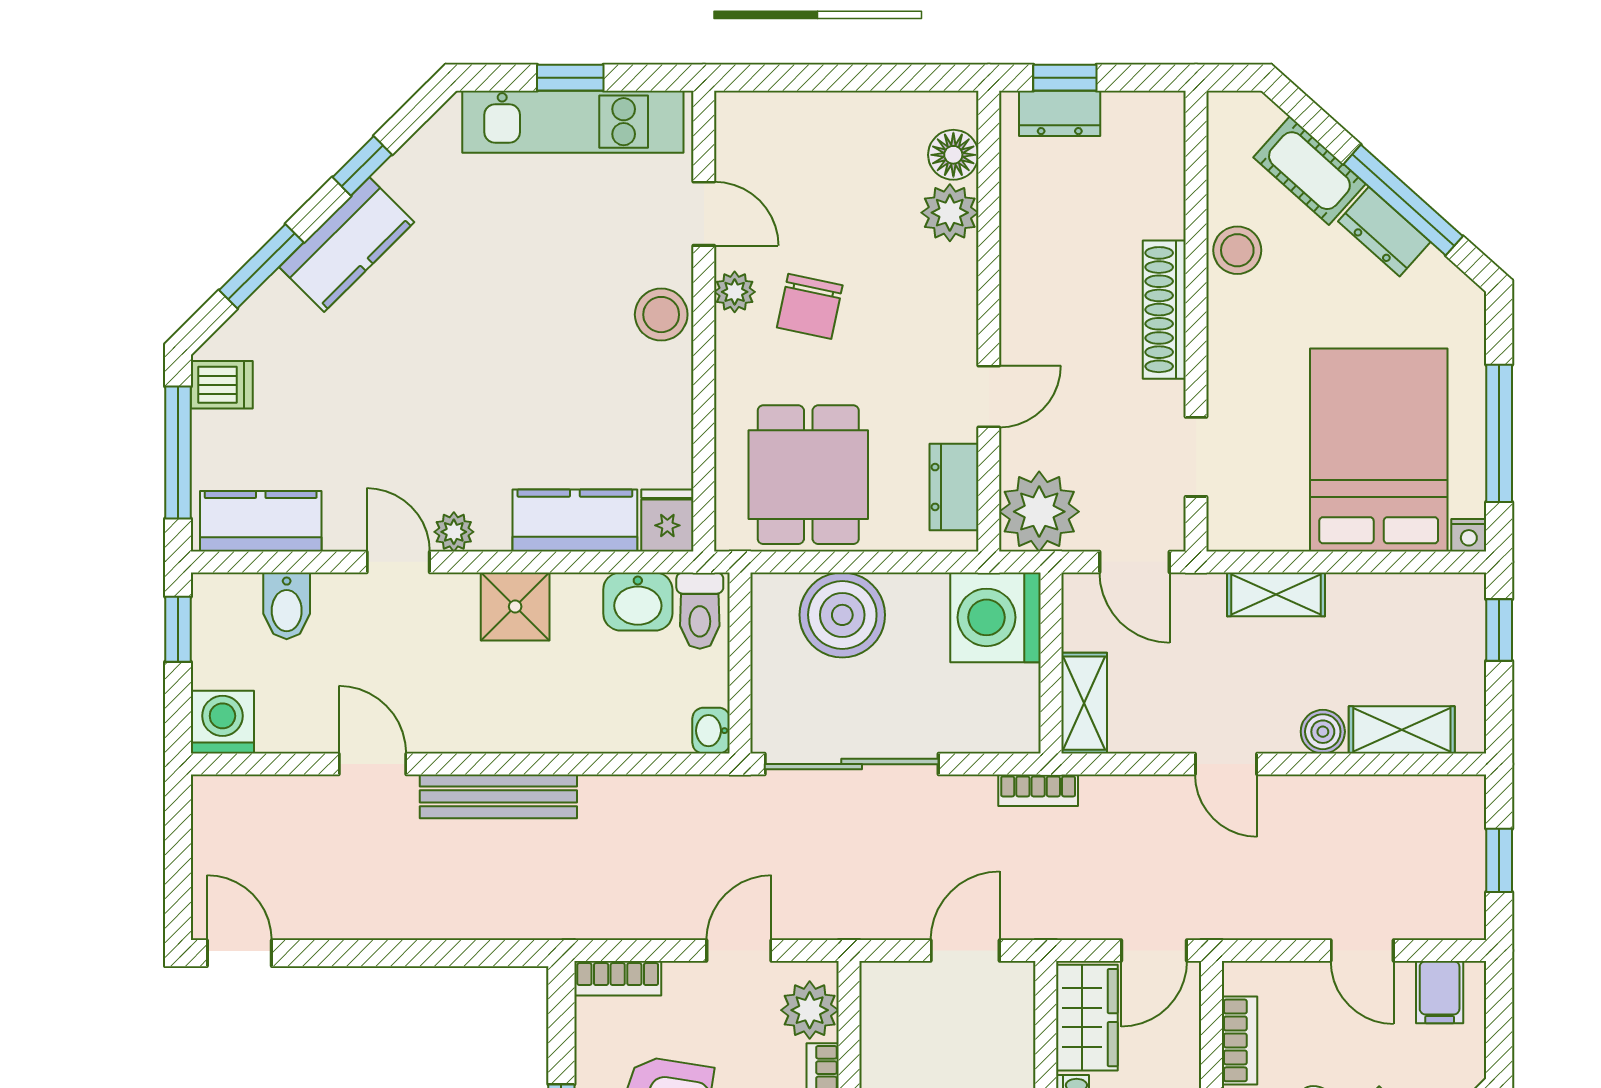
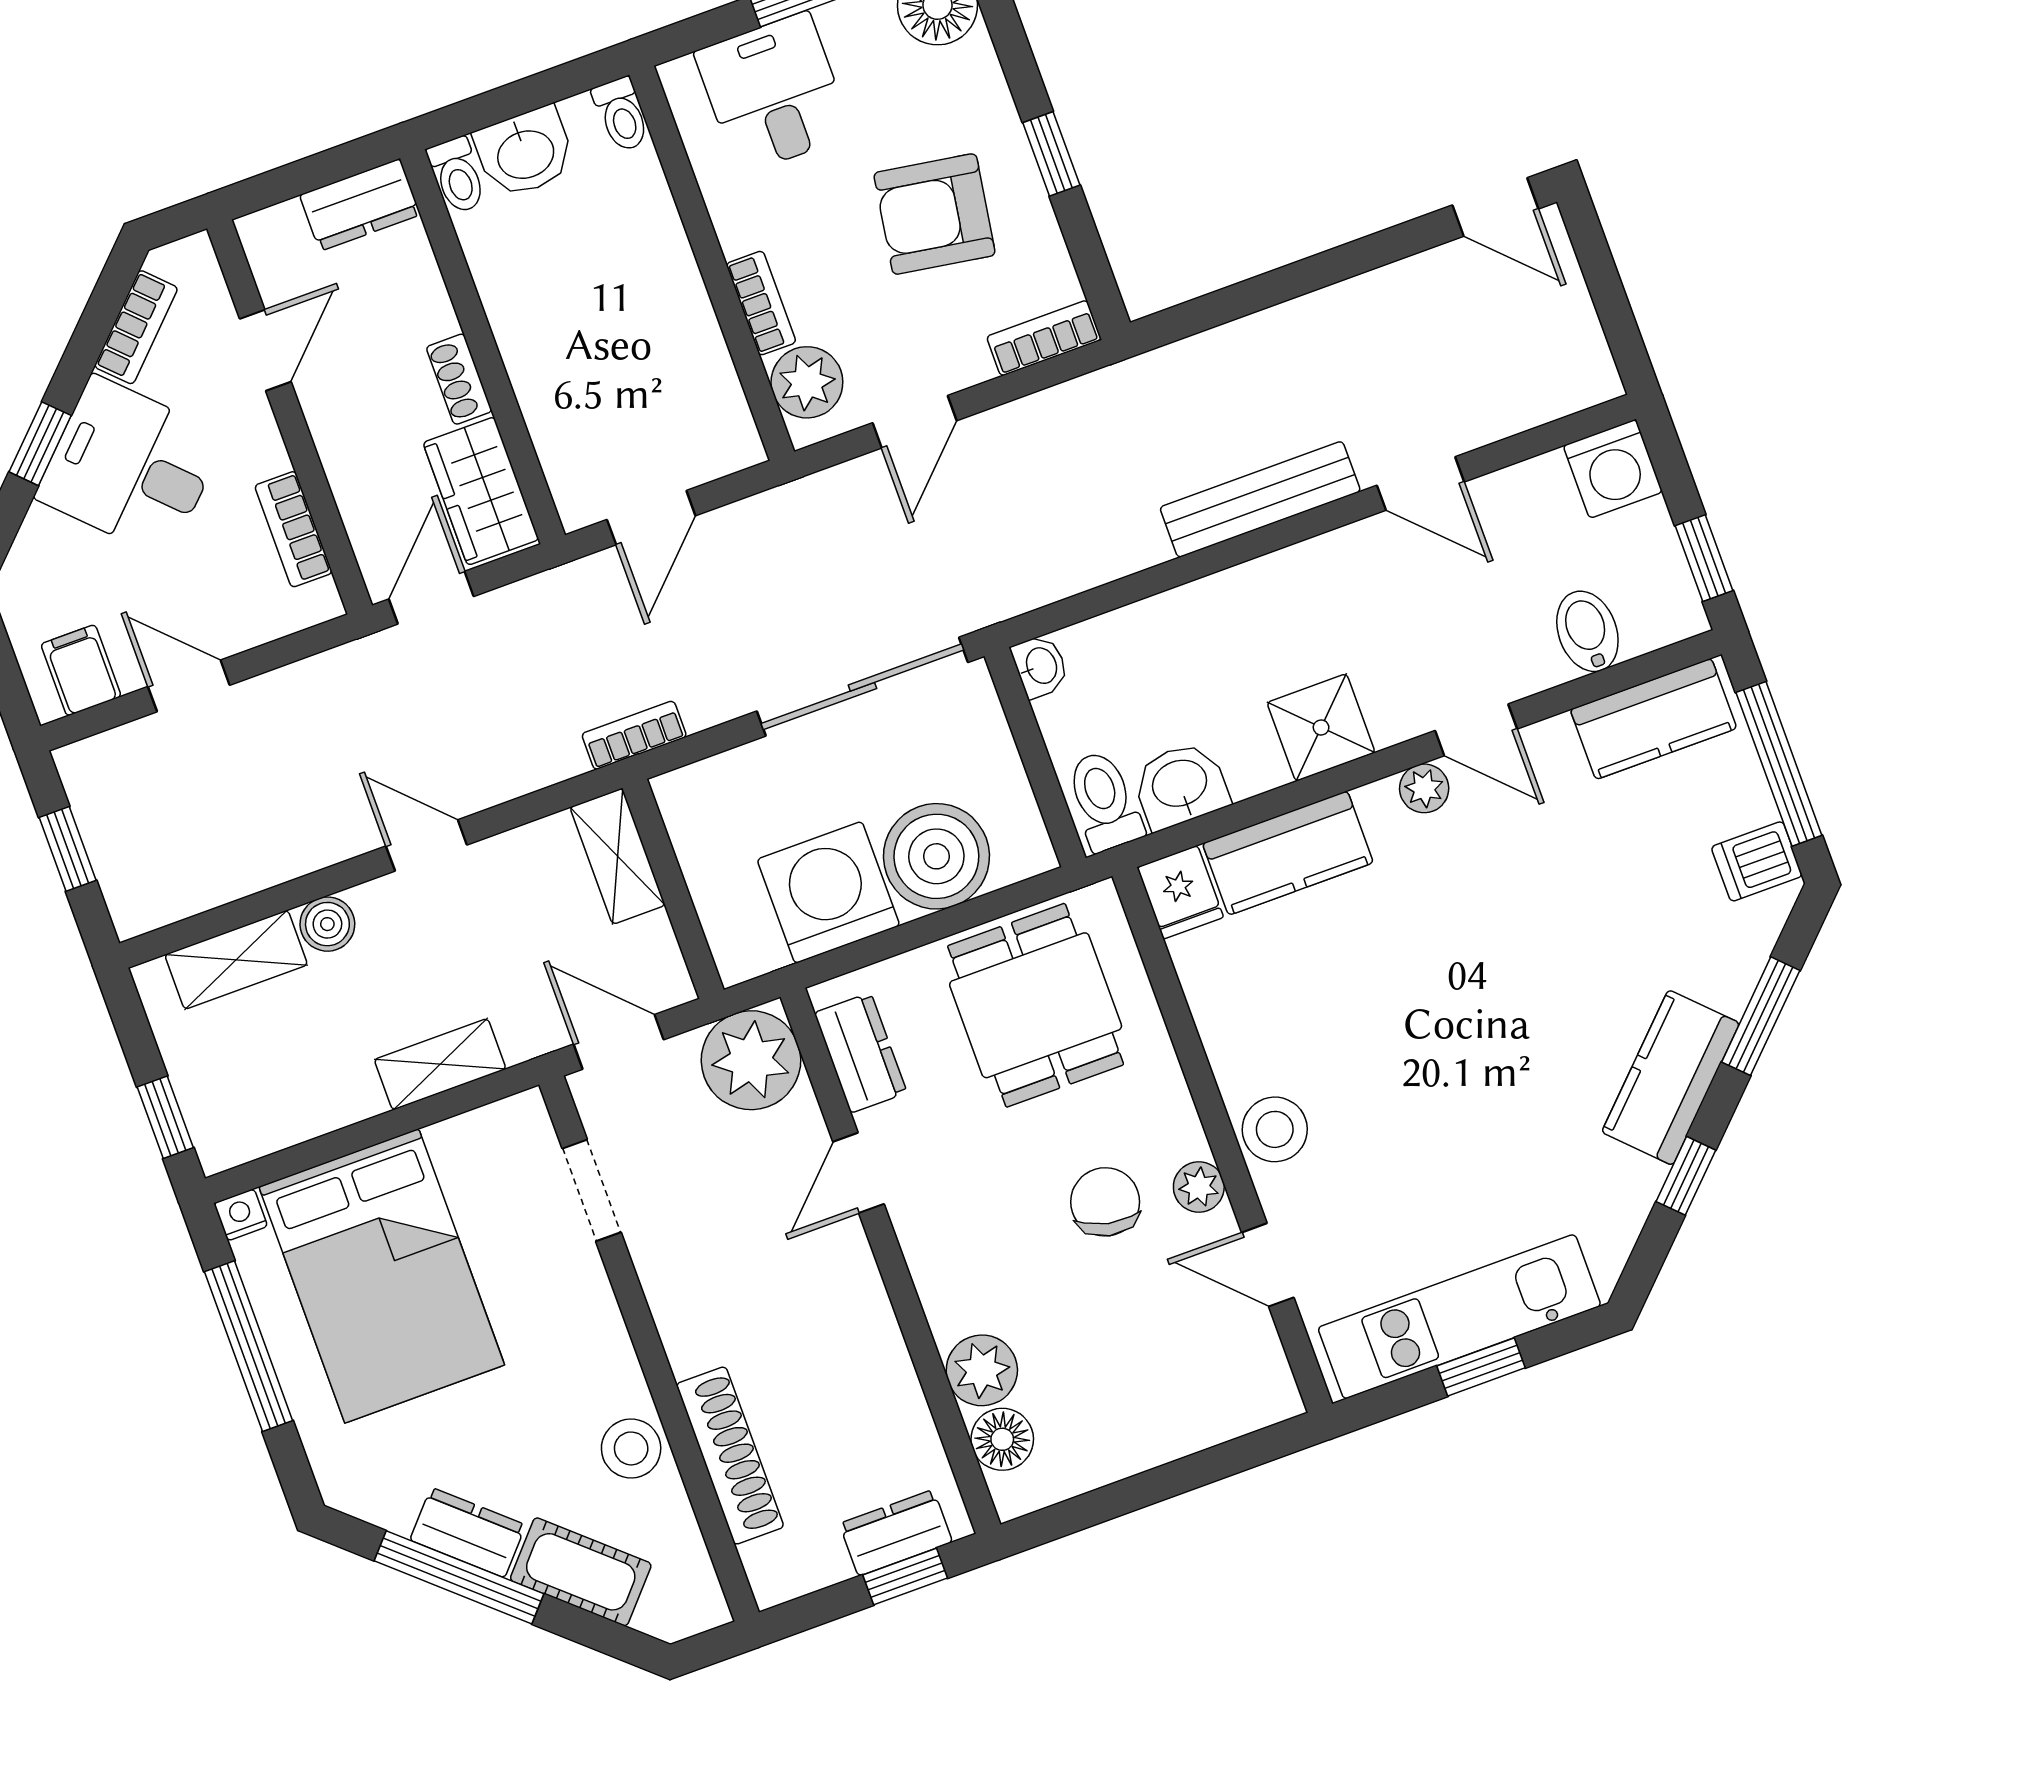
shoe rack: (1164, 310) -> (730, 1456), moved
washing machine: (996, 617) -> (828, 892), moved, turned -90

